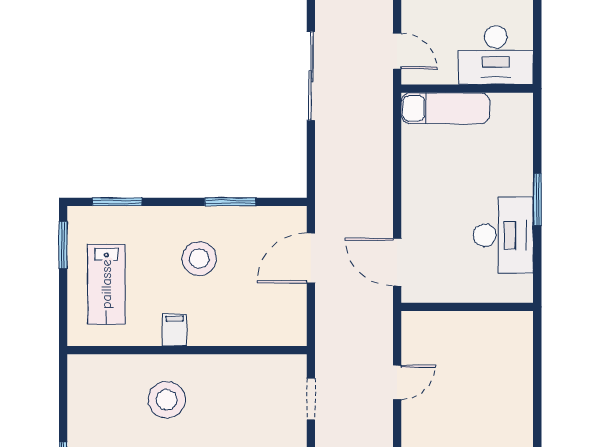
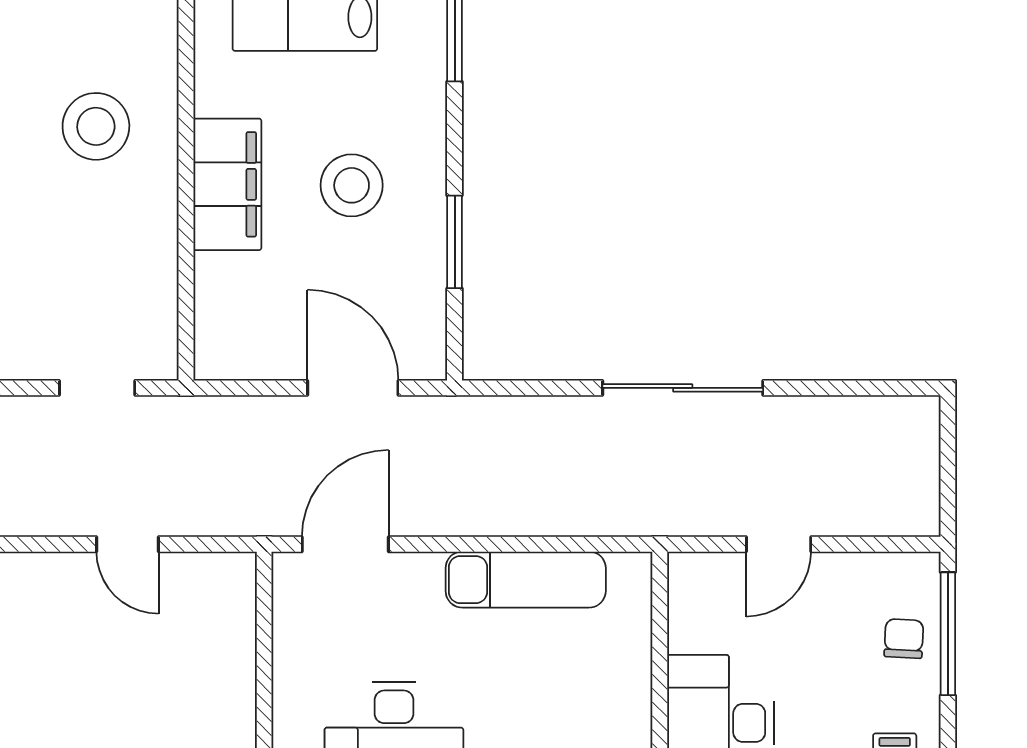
door: (397, 51) -> (779, 544), moved
exam couch: (445, 108) -> (526, 580), moved, turned -90
filing cabinet: (174, 330) -> (227, 184), width x3.00, depth x1.17

